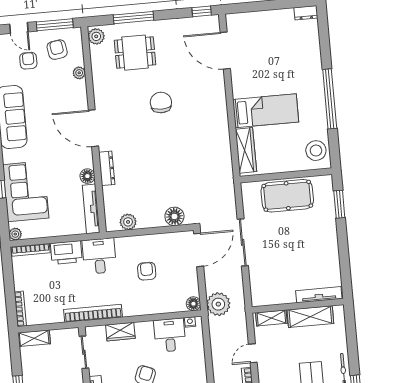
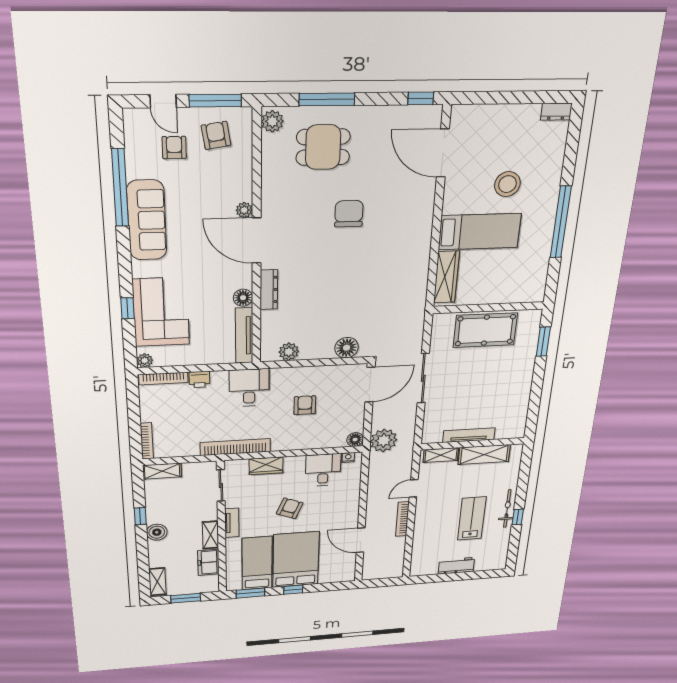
plant: (79, 73) -> (244, 210), moved
stool: (316, 151) -> (507, 184), moved
printer: (66, 253) -> (199, 379), width x0.53, depth x0.68
tv unit: (319, 295) -> (469, 435), moved

